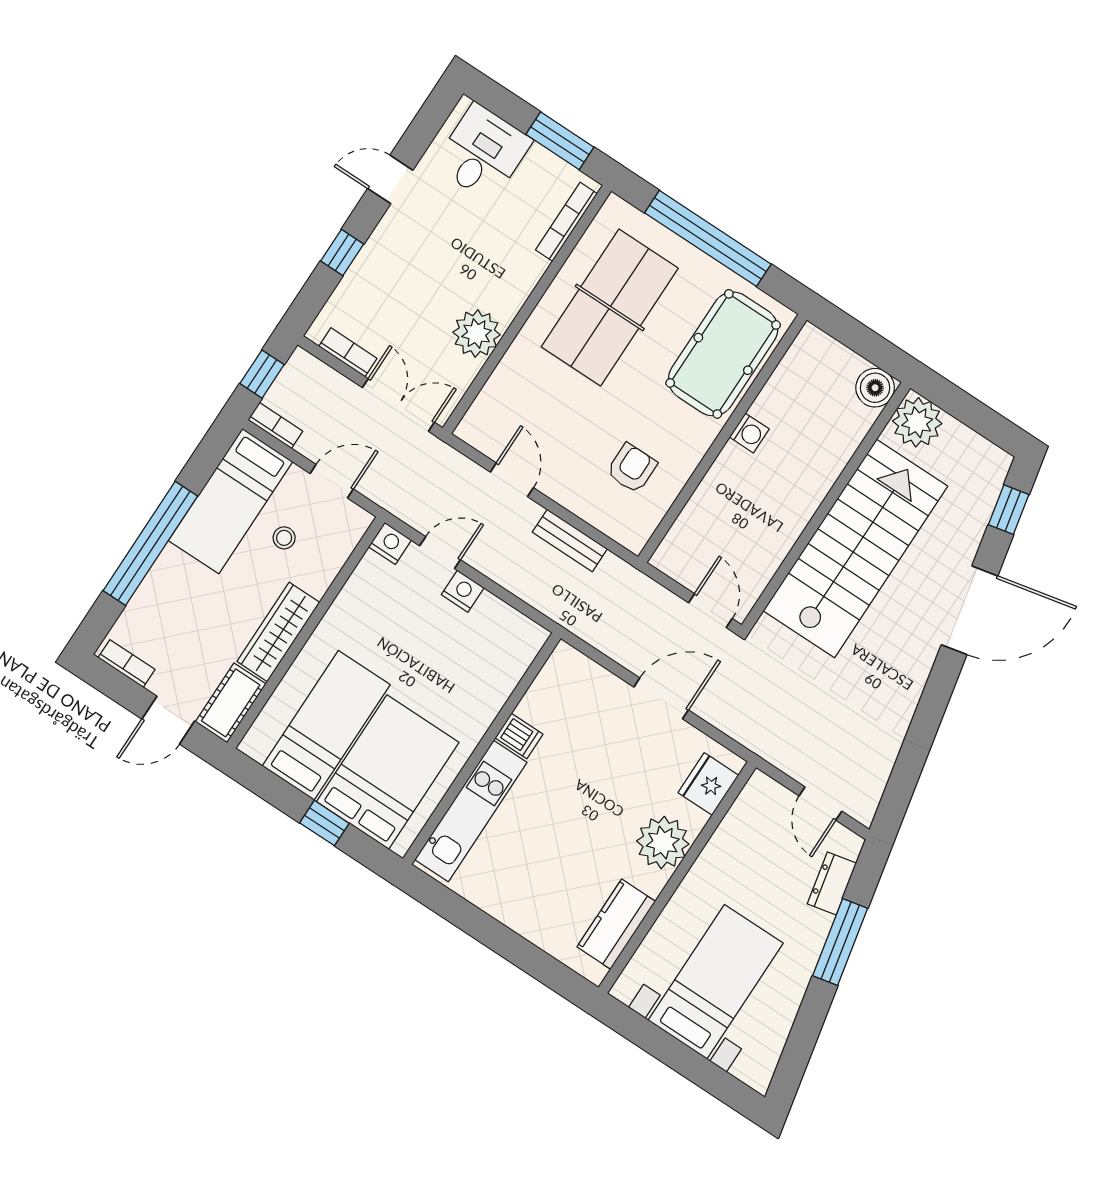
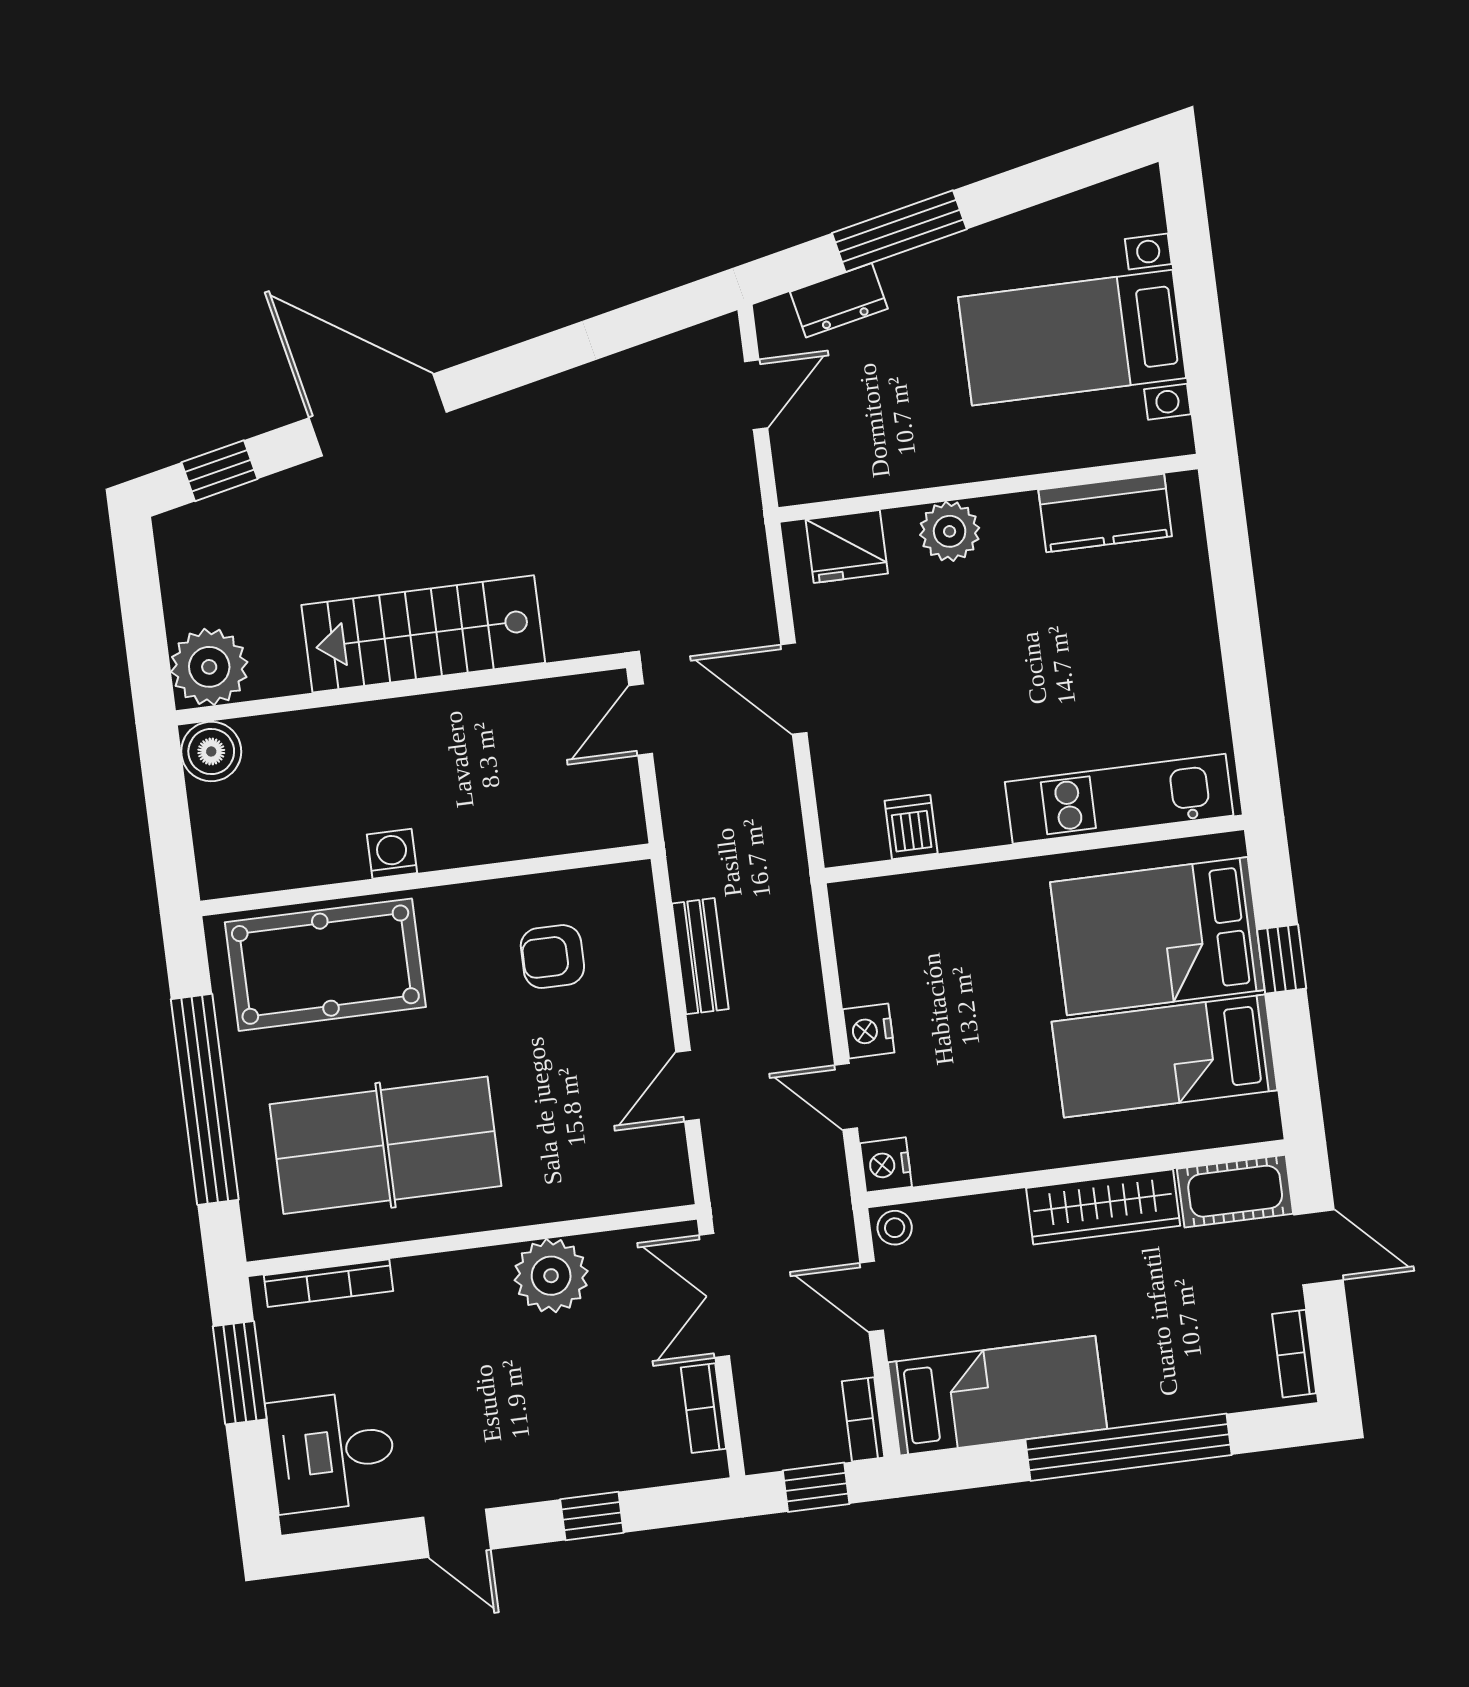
stool: (284, 538) -> (895, 1228), moved
stairs: (855, 548) -> (423, 634), width x0.73, depth x0.66
dishwasher: (519, 736) -> (911, 827), moved
plant: (663, 843) -> (950, 531), width x0.73, depth x0.73

